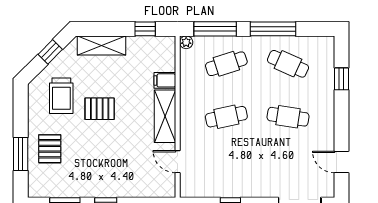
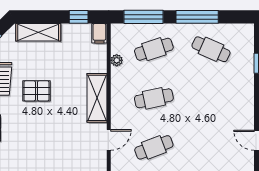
plant: (186, 42) -> (117, 60), moved
filing cabinet: (165, 80) -> (99, 33), moved, turned -90
cafe table: (288, 117) -> (154, 147), moved, turned -30
door: (178, 162) -> (109, 140), swing flipped

